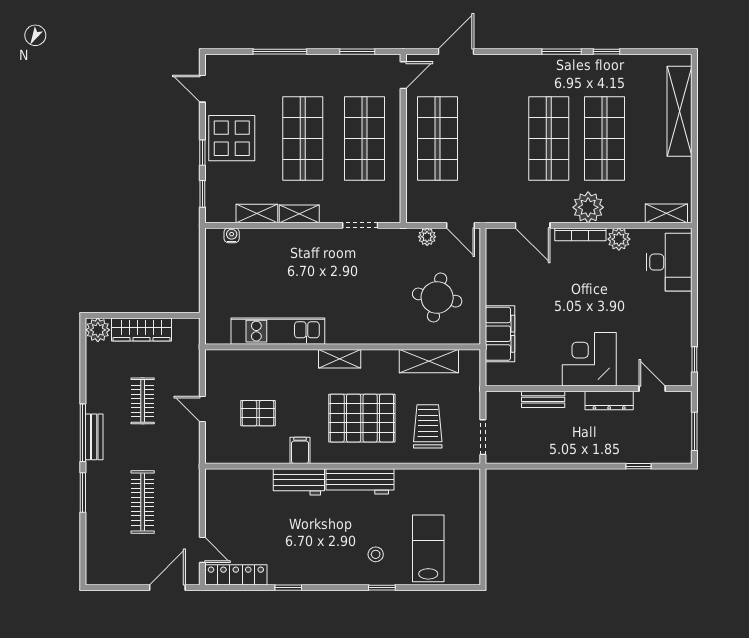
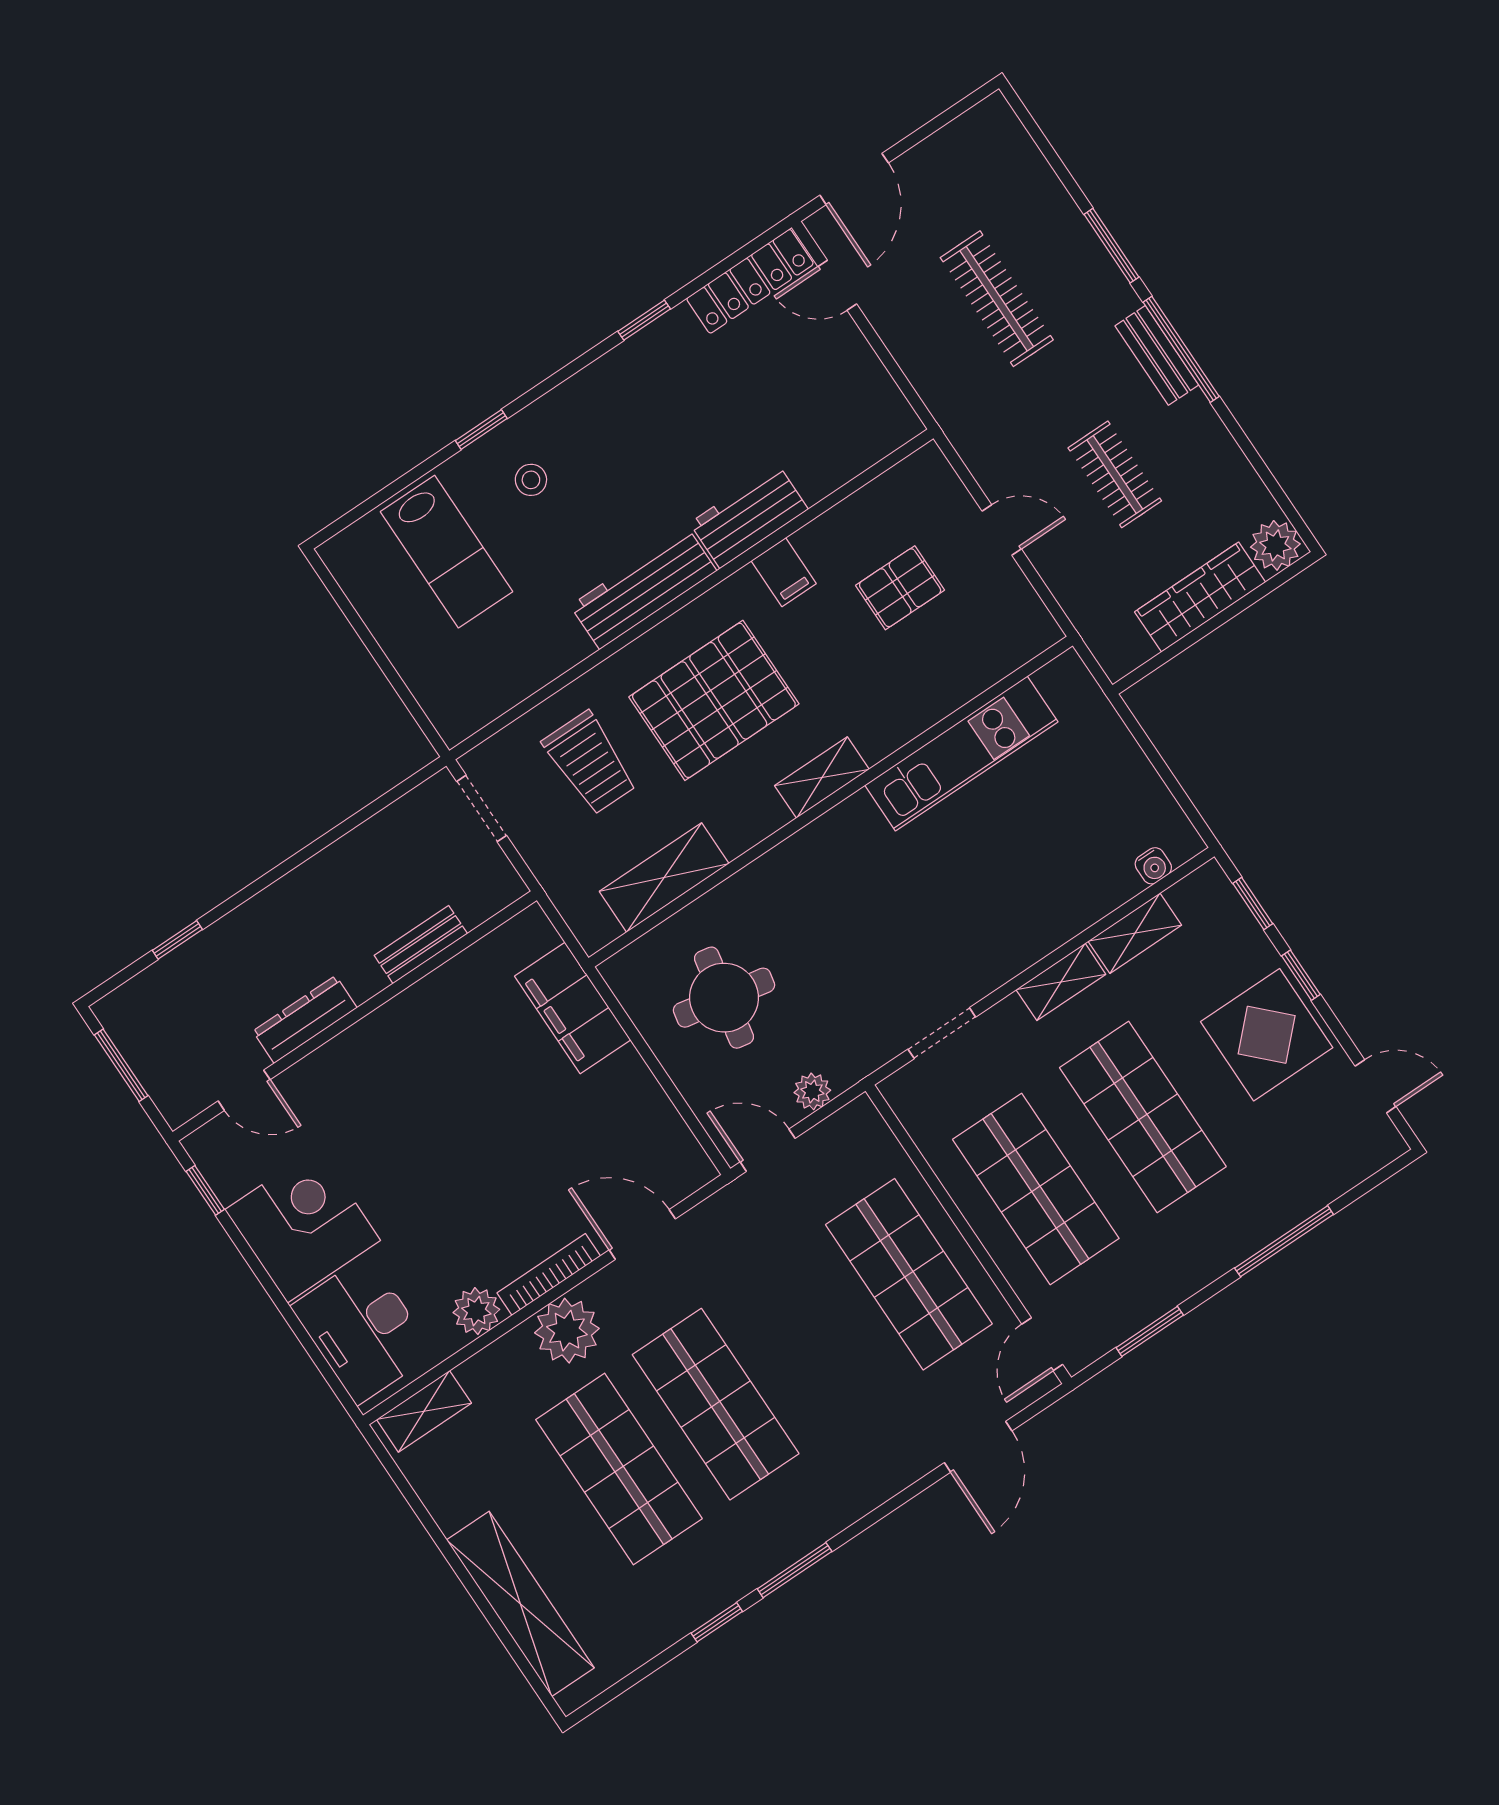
corner desk: (589, 359) -> (303, 1225), moved, turned -90

